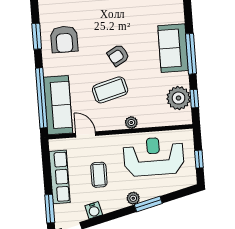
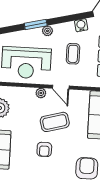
armchair: (118, 55) -> (44, 149), turned 119
door: (86, 134) -> (61, 87), moved

